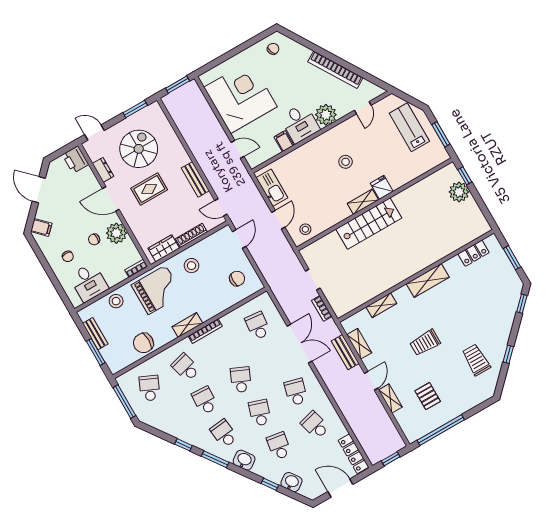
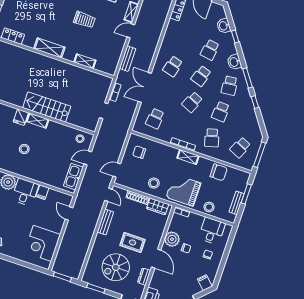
corner desk: (240, 97) -> (42, 243), width x0.74, depth x0.74
shelving: (359, 344) -> (116, 55), removed
school desk: (315, 425) -> (182, 40), removed

